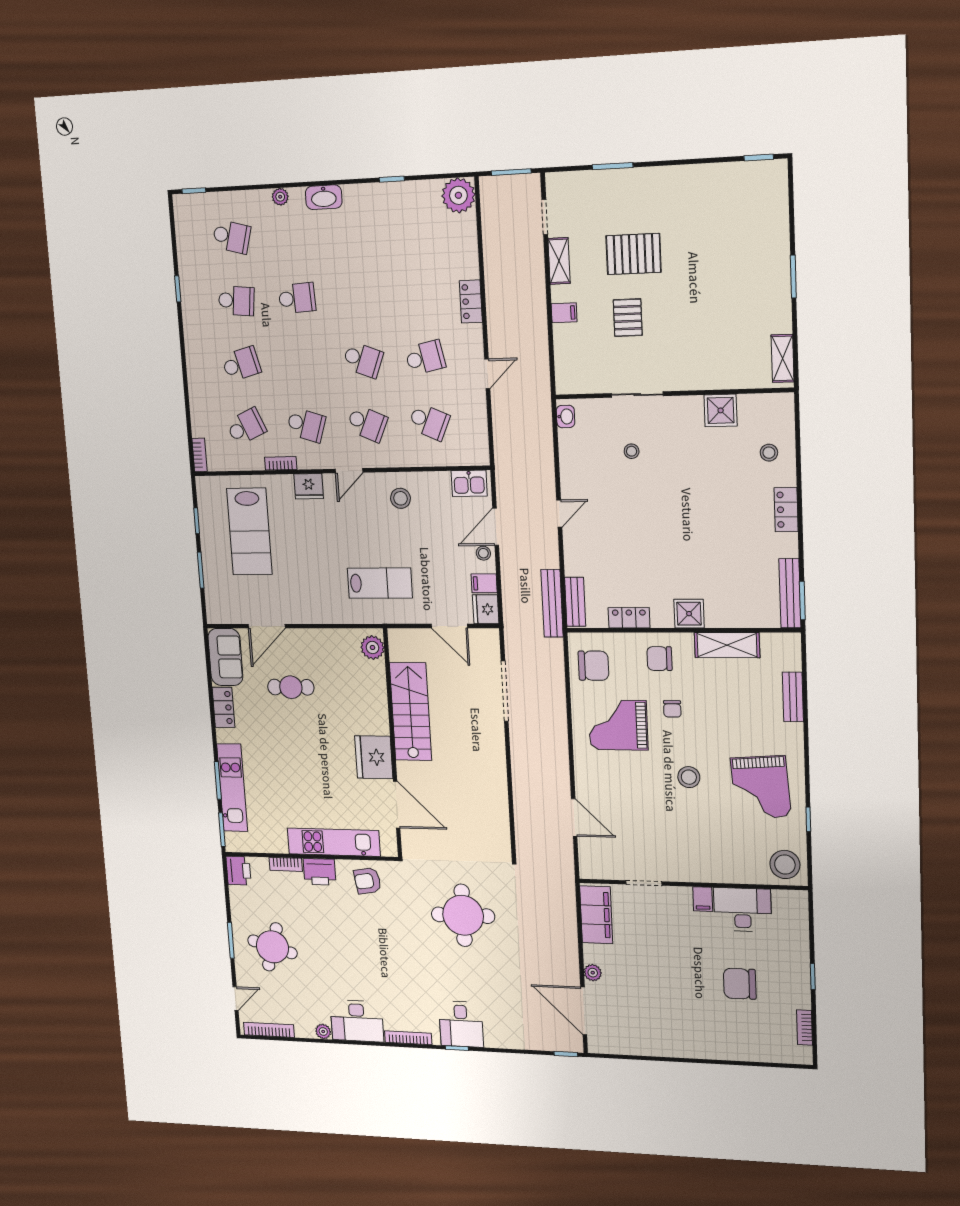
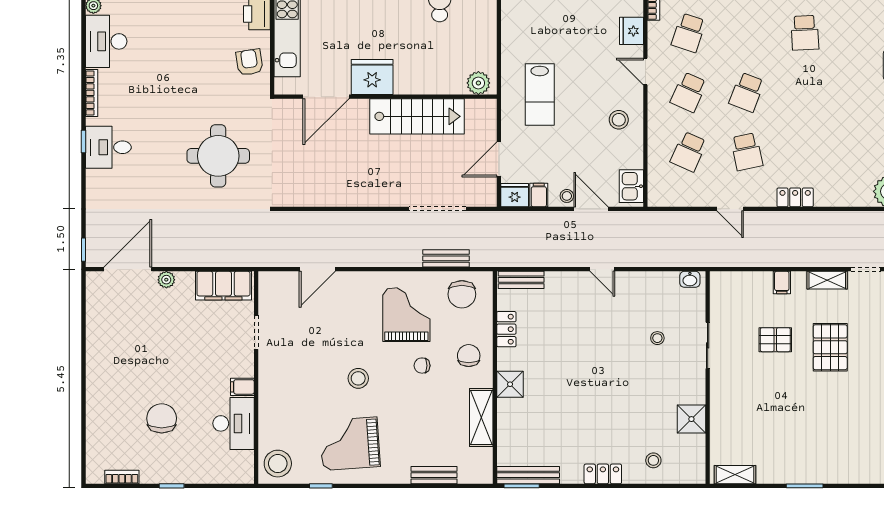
bench: (552, 603) -> (446, 258), moved, width x0.73

